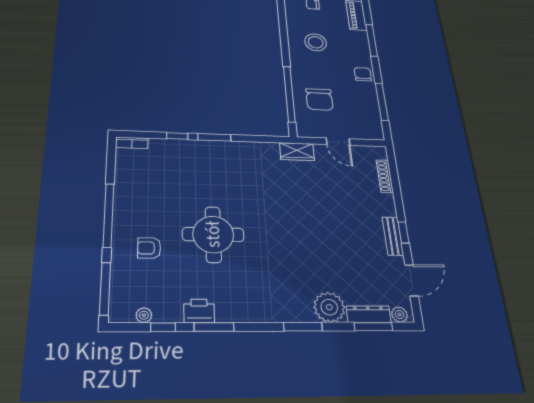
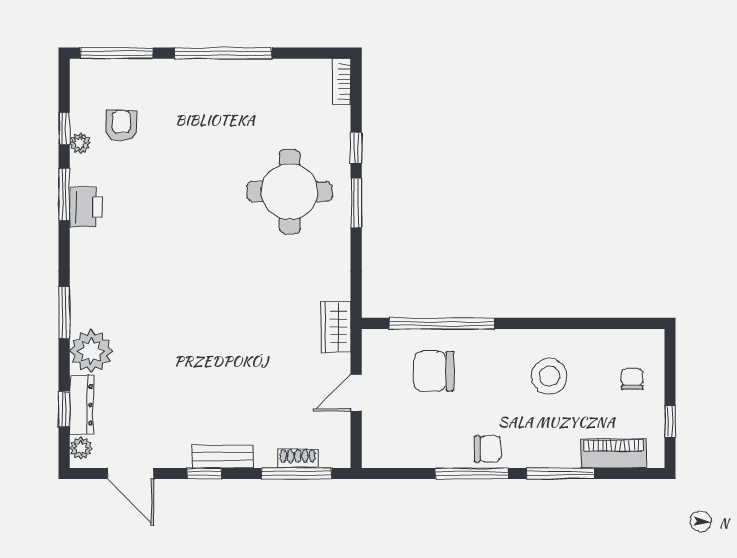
window: (382, 102) -> (472, 473), moved
shoe rack: (385, 176) -> (298, 458), width x0.70
window: (394, 177) -> (296, 473), added
round table: (213, 234) -> (290, 191), moved
bench: (393, 236) -> (223, 456), moved
armchair: (149, 248) -> (121, 126), moved
printer: (199, 311) -> (86, 207), moved
plant: (144, 315) -> (80, 143), moved
window: (373, 327) -> (64, 409), width x0.67

